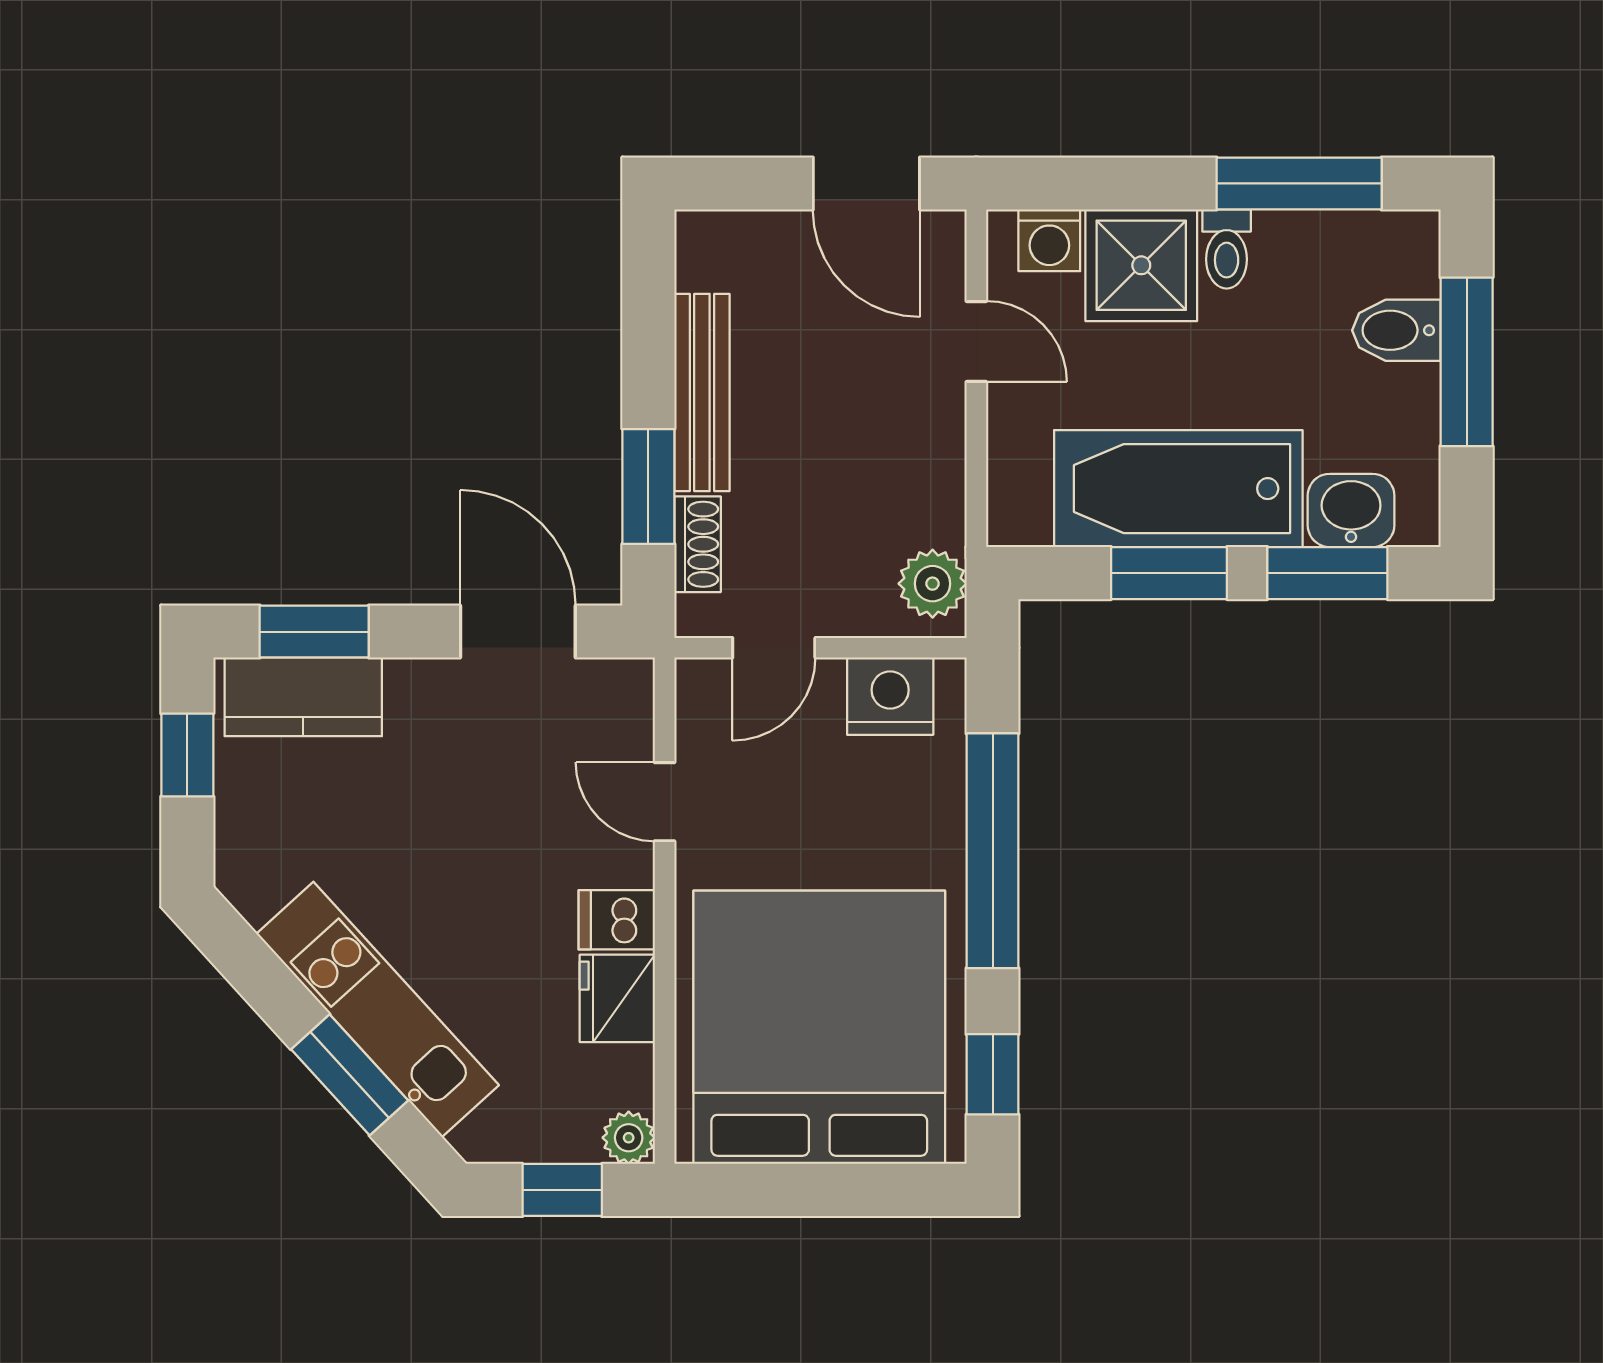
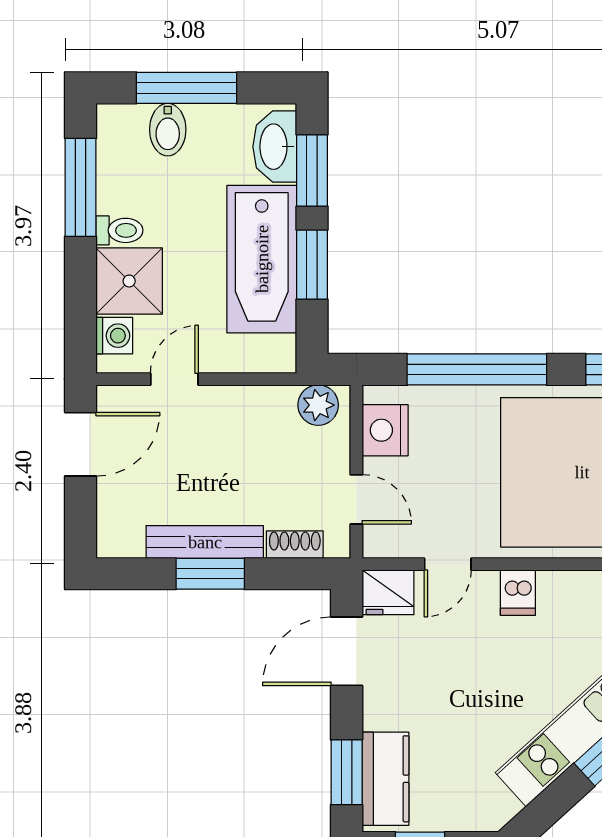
window: (648, 486) -> (210, 574), moved
washbasin: (1351, 510) -> (275, 147), width x1.38
fridge: (617, 998) -> (388, 592), moved

